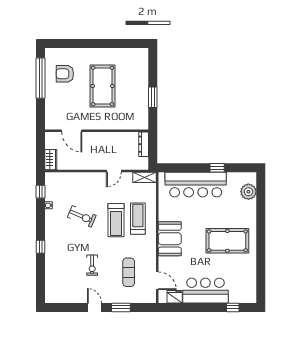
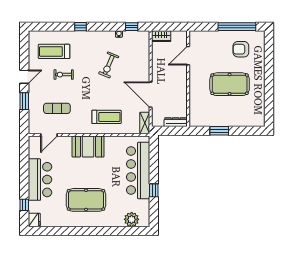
armchair: (65, 74) -> (241, 49), turned -90
door: (114, 171) -> (151, 95), width x1.87
treadmill: (116, 220) -> (54, 51), moved
pool table: (227, 241) -> (86, 200), turned 90
fridge: (175, 297) -> (34, 220), moved

